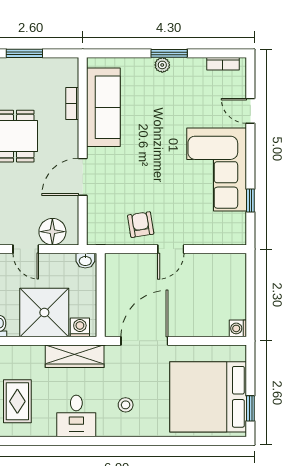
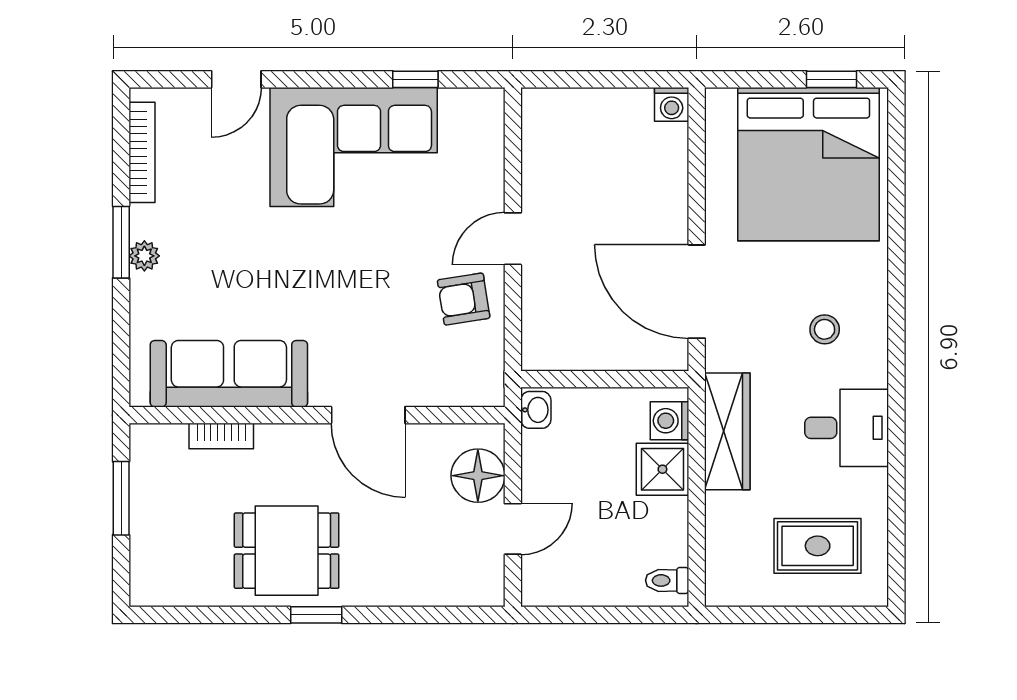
window: (24, 53) -> (121, 498), moved
bookcase: (223, 64) -> (142, 152), width x1.56
door: (171, 249) -> (513, 239), swing flipped
shower: (44, 313) -> (662, 469), width x0.54, depth x0.54

